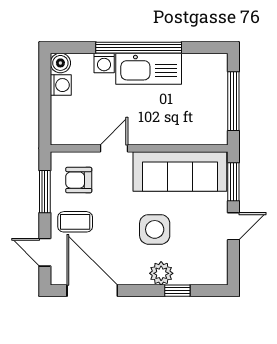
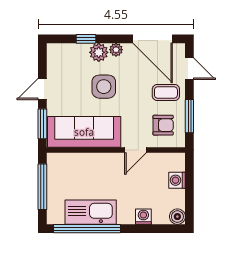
window: (139, 48) -> (87, 229), moved
kitchen sink: (149, 69) -> (91, 212), moved
washing machine: (61, 85) -> (177, 180), moved
plant: (139, 277) -> (116, 50), added

